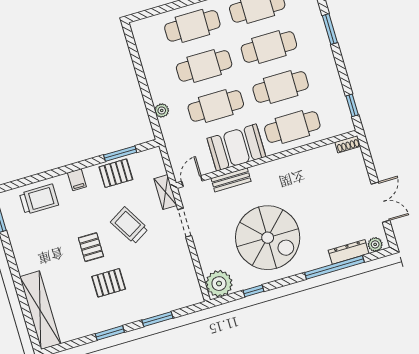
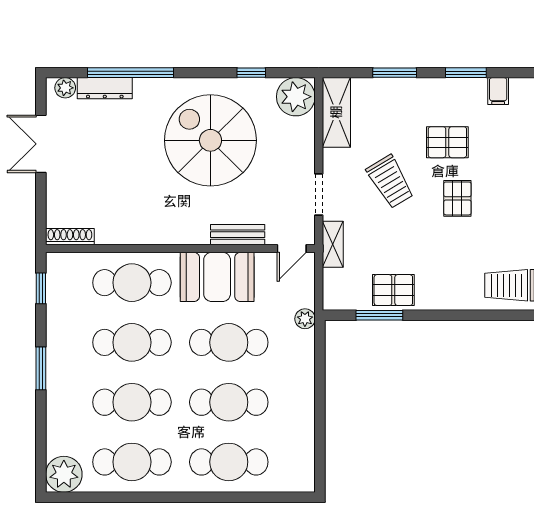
window: (330, 29) -> (41, 368), moved
plant: (162, 110) -> (305, 319), moved
shoe rack: (348, 144) -> (70, 237), width x1.43
filing cabinet: (77, 180) -> (498, 91), moved, turned 180
trolley: (129, 225) -> (390, 182), moved
shelving: (189, 281) -> (336, 112), added

